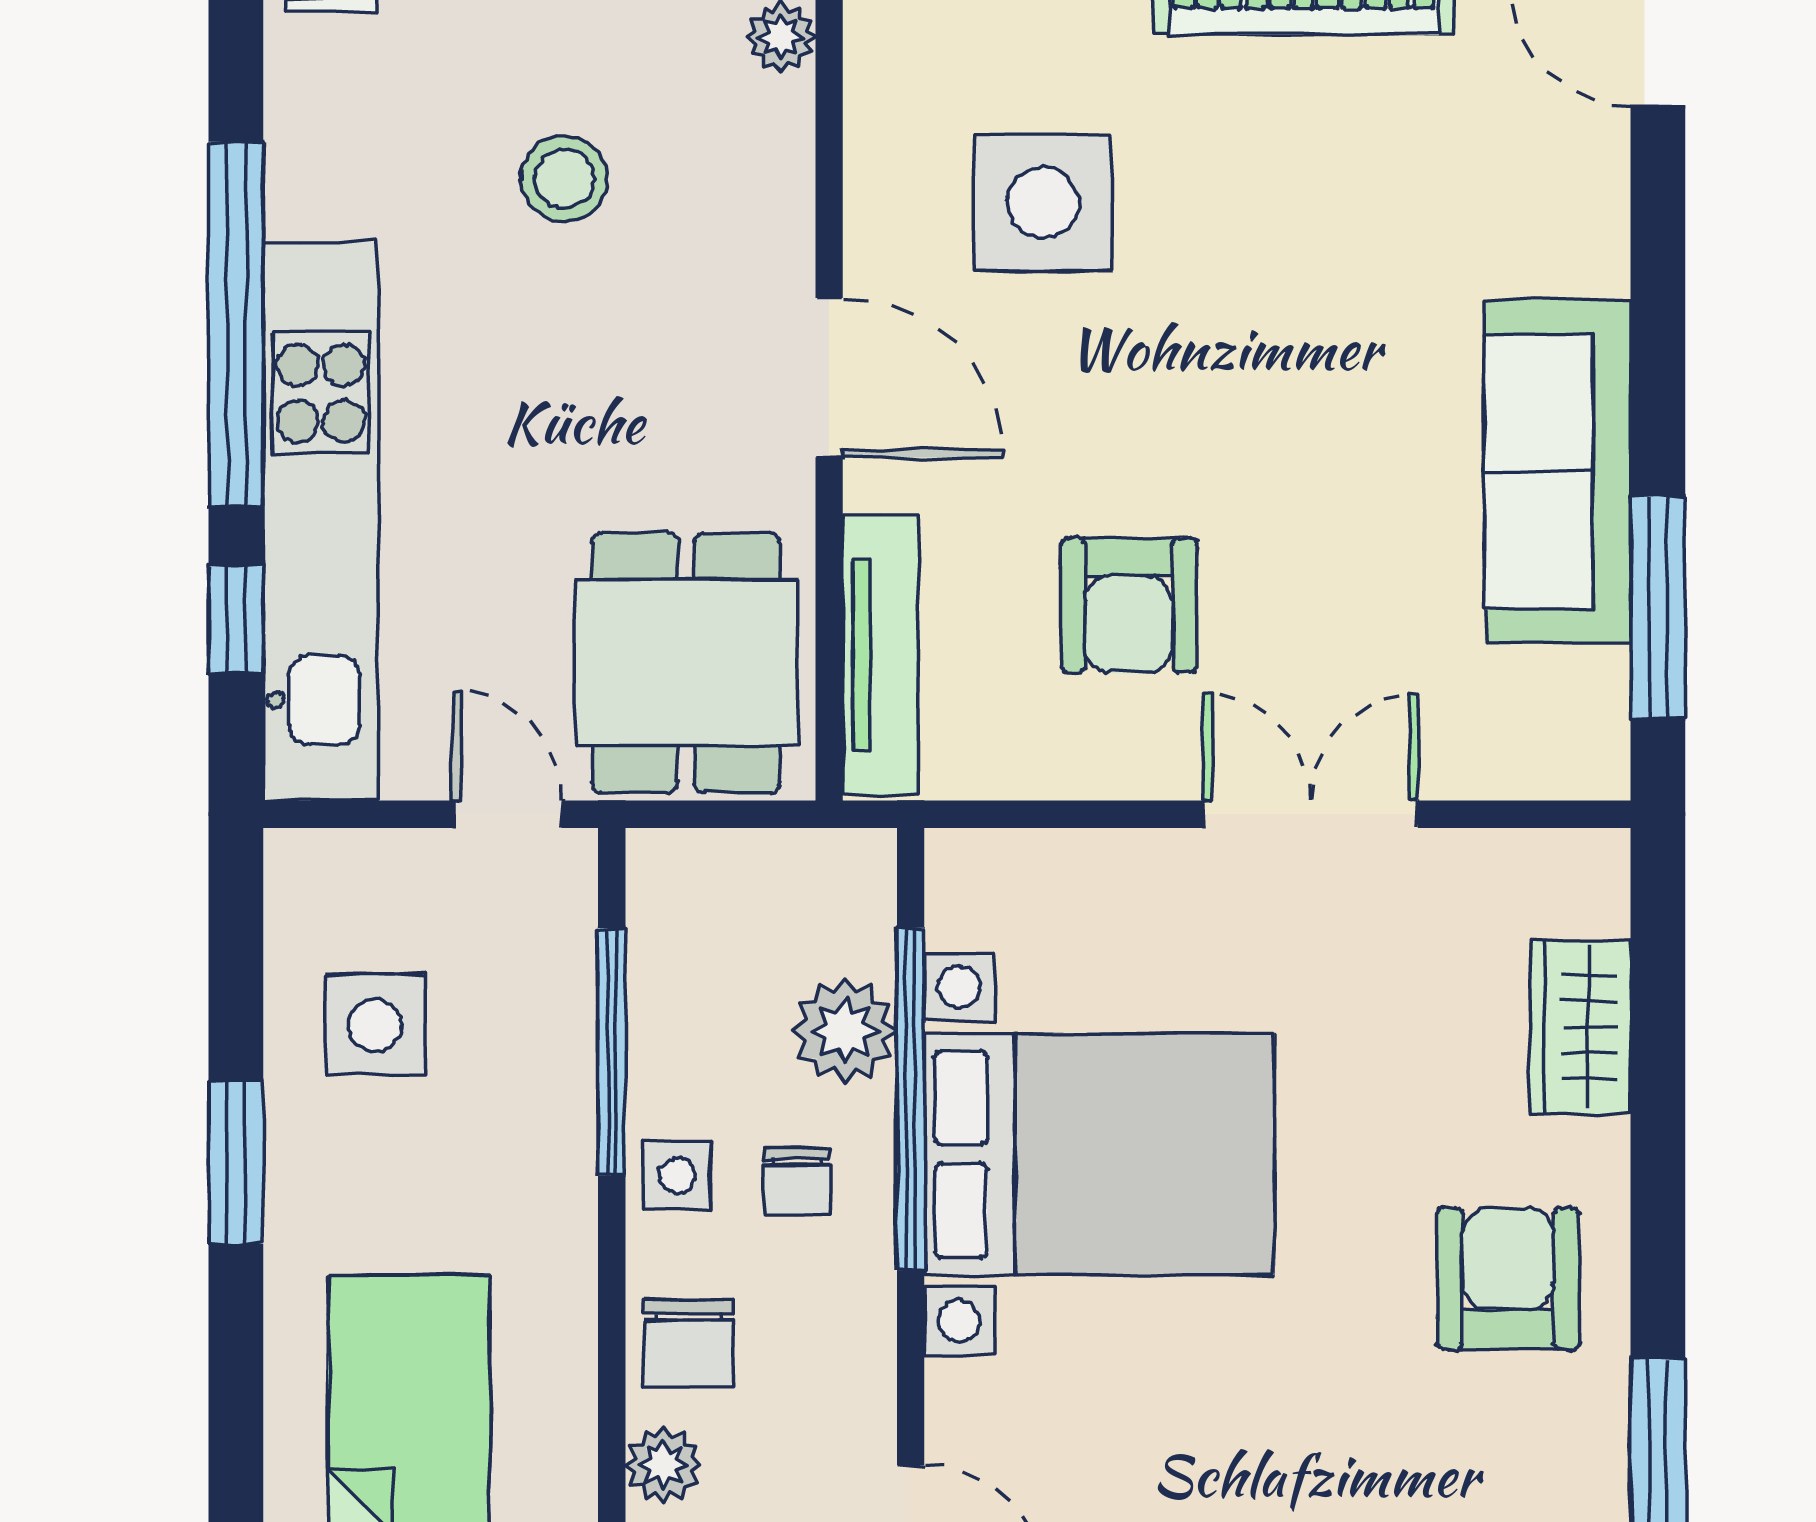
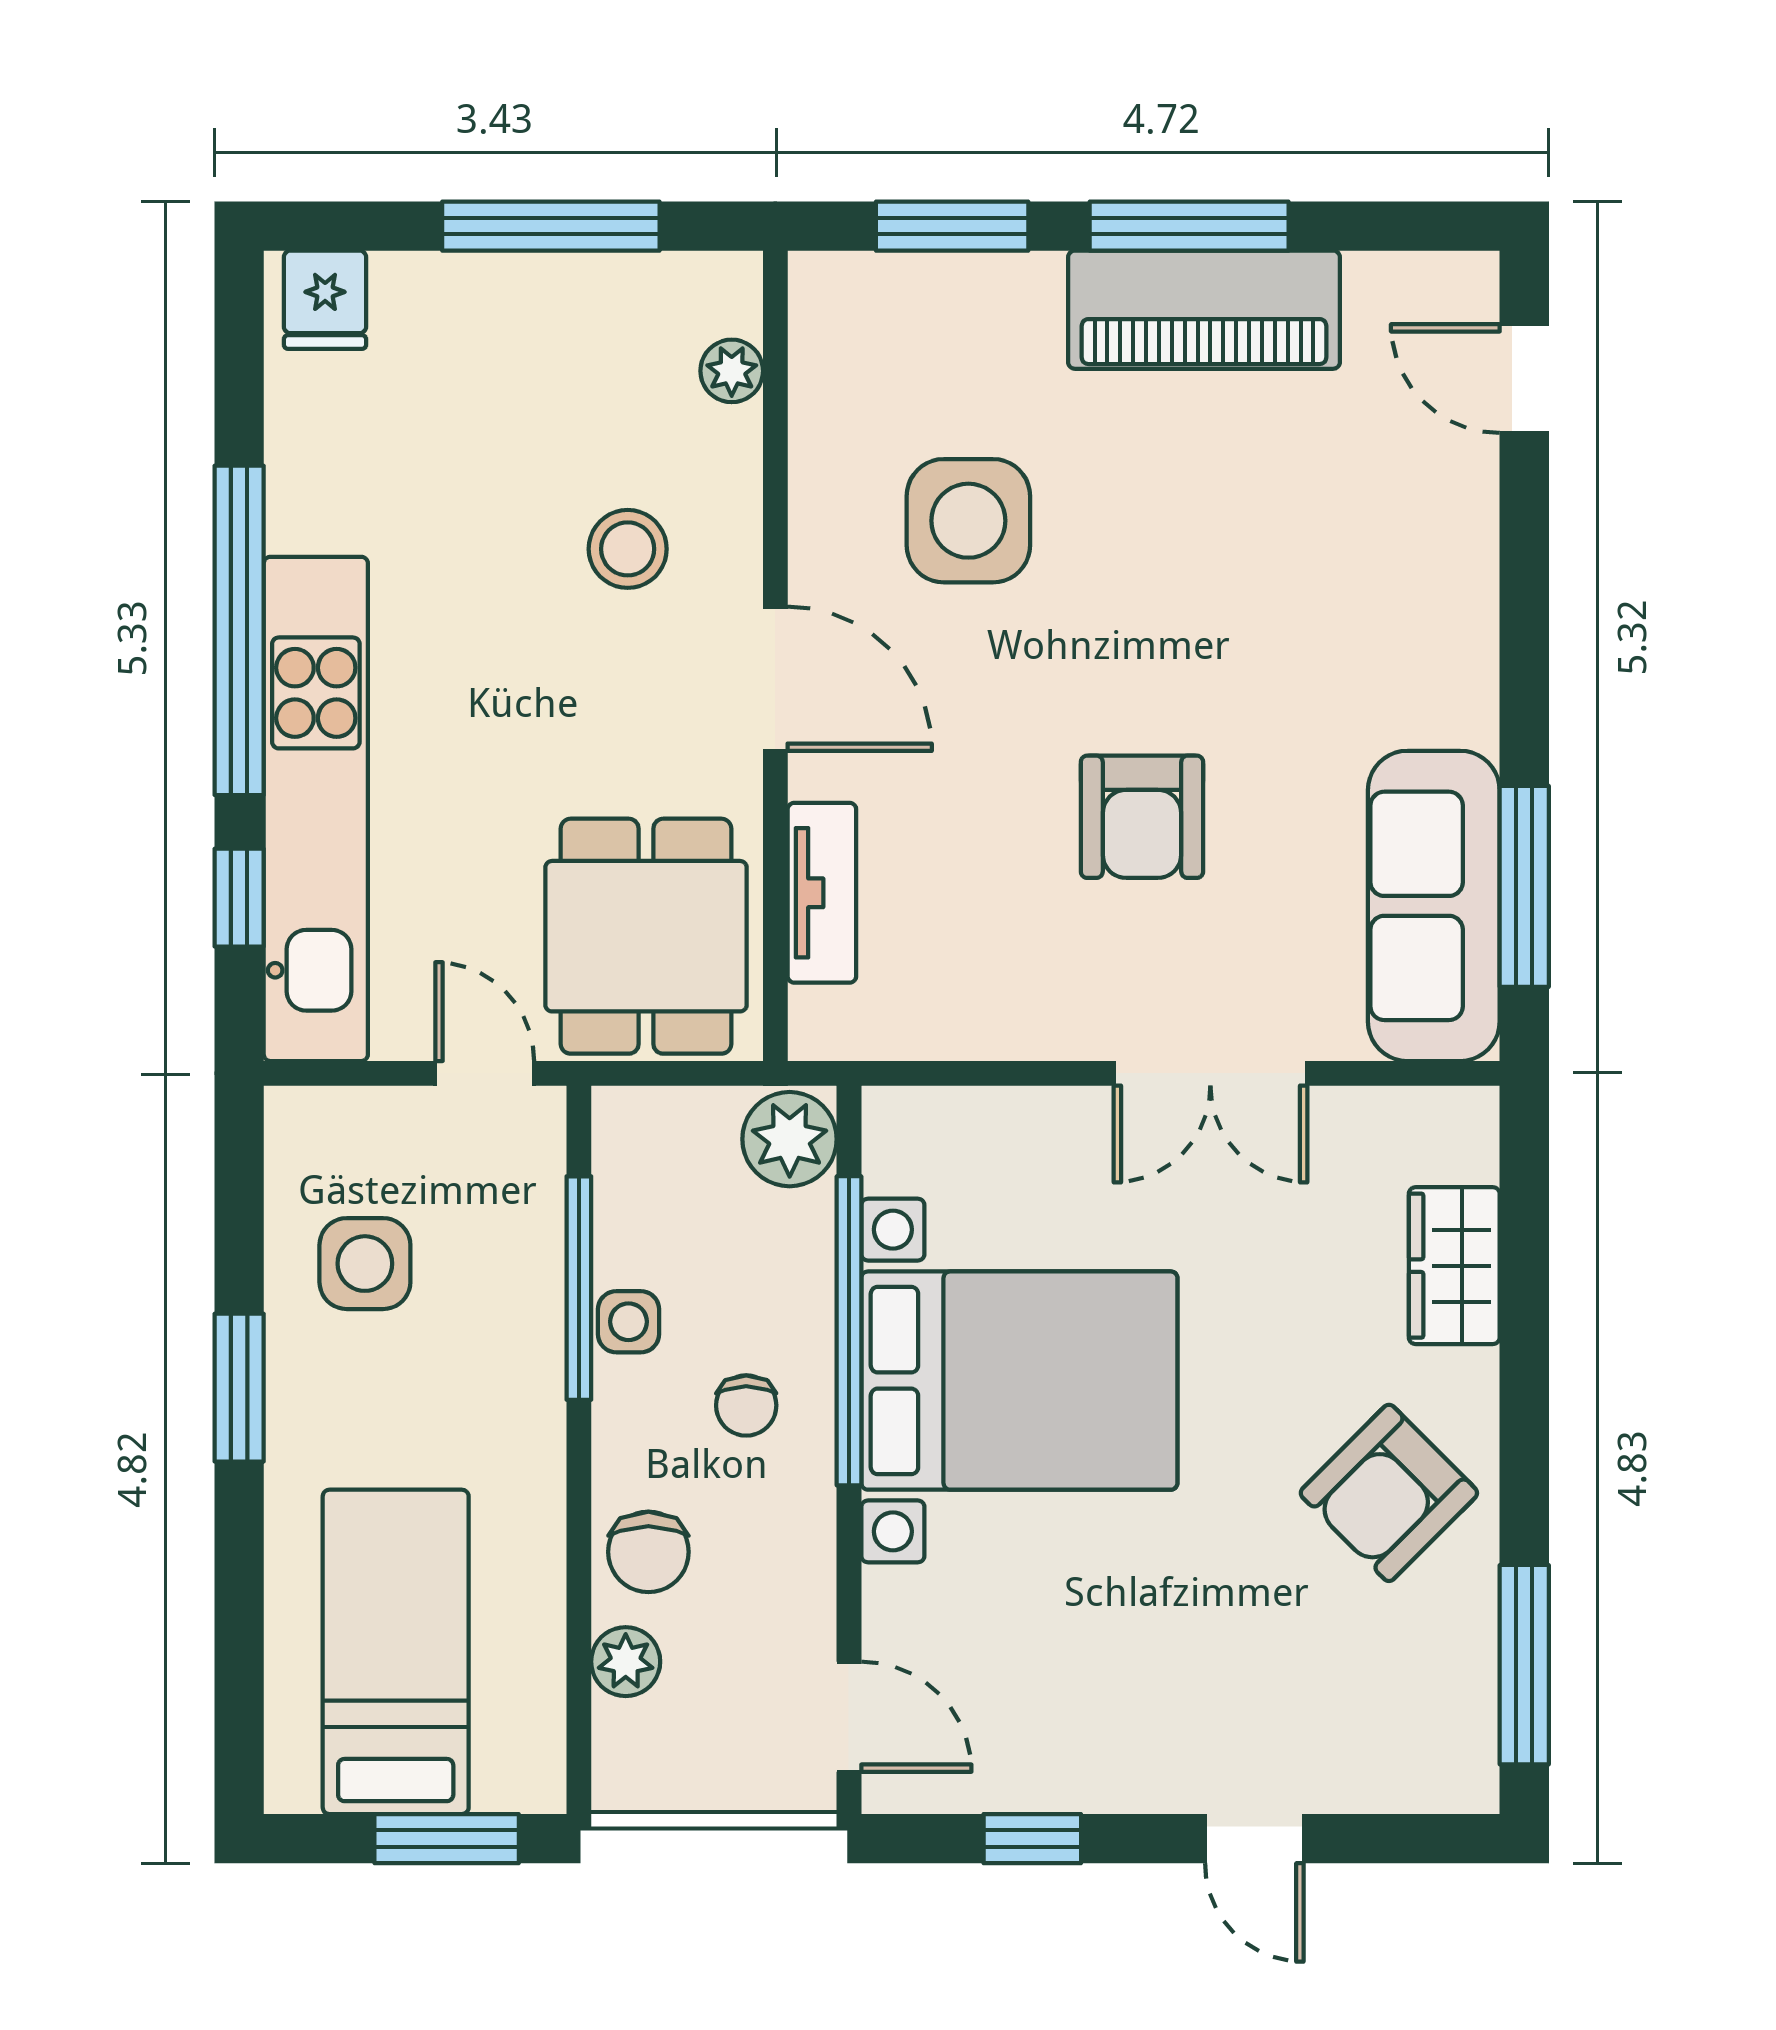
stool: (564, 179) -> (628, 549), moved
sofa: (1558, 472) -> (1434, 906), moved
armchair: (1129, 605) -> (1142, 817), moved
tv unit: (881, 655) -> (822, 893), width x0.71
double door: (1311, 814) -> (1210, 1073), swing flipped
plant: (845, 1030) -> (790, 1139), moved
side table: (677, 1175) -> (629, 1322), moved
armchair: (1508, 1279) -> (1389, 1493), turned -135

